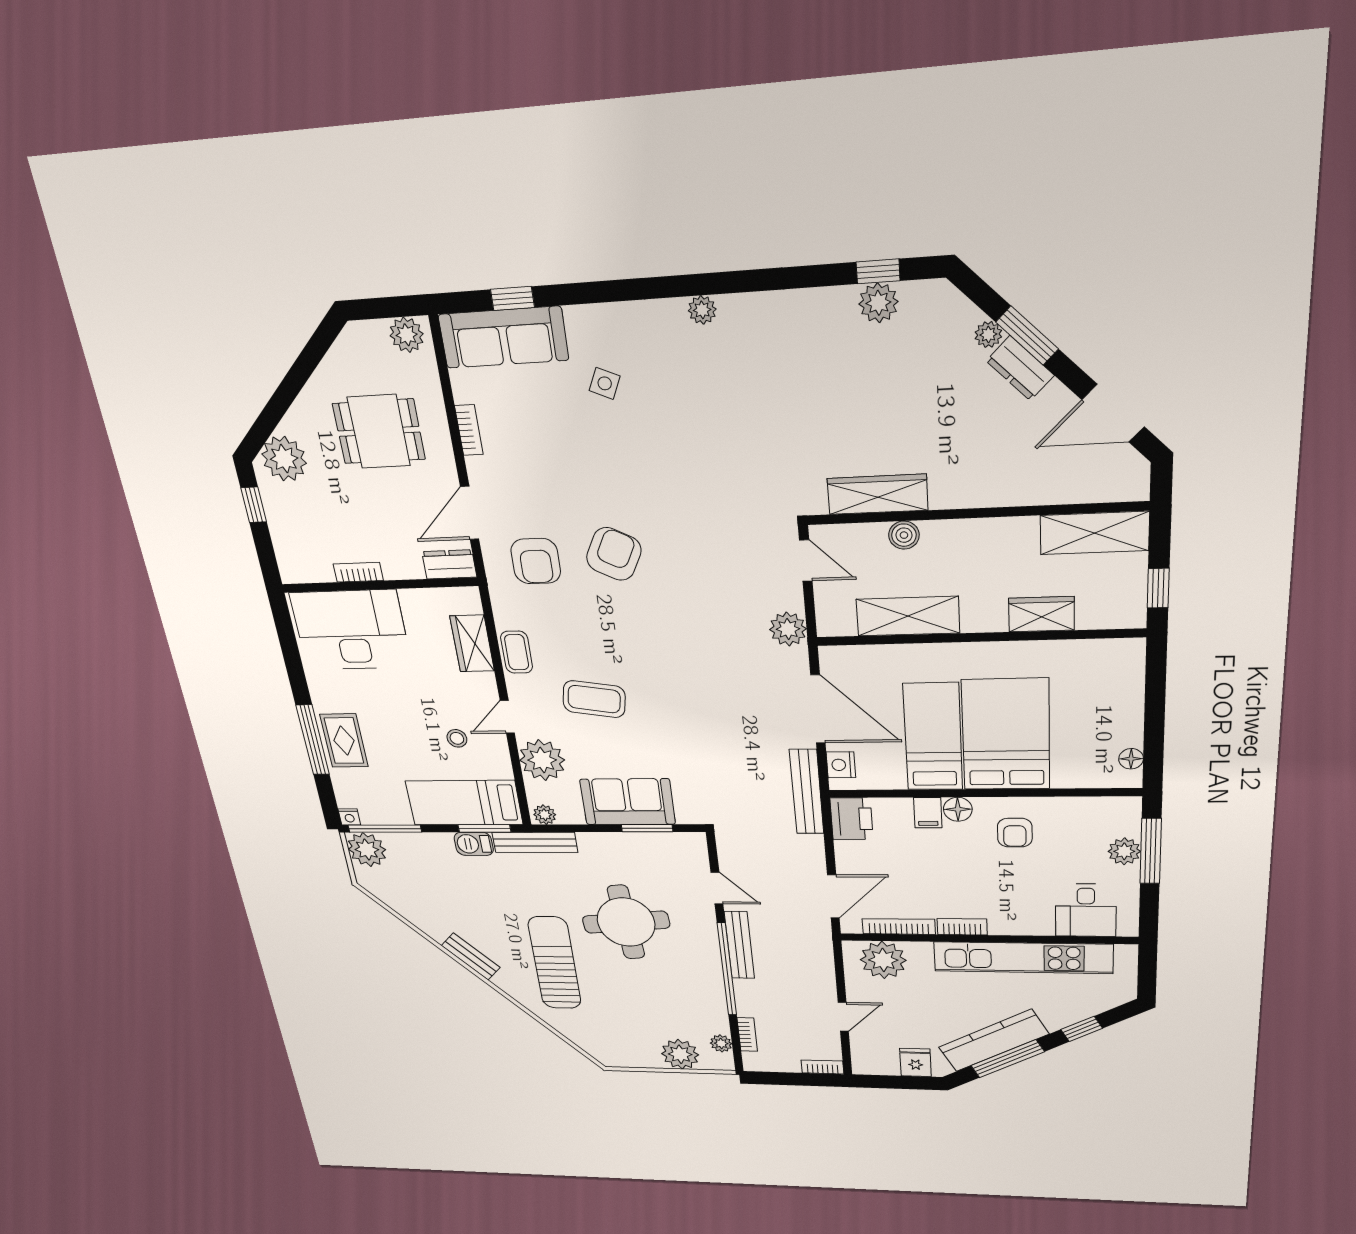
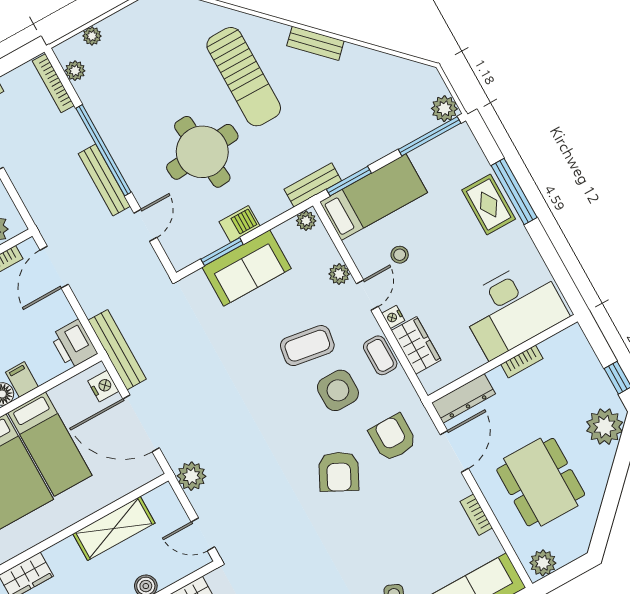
dining table: (379, 431) -> (541, 482), width x1.38
dresser: (449, 564) -> (464, 398), width x1.44
side table: (579, 639) -> (338, 390), added
plant: (542, 760) -> (339, 274), width x0.53, depth x0.53
nightstand: (349, 817) -> (393, 317), moved, turned -90
bench: (535, 842) -> (313, 185), width x0.73
barbecue: (474, 844) -> (240, 224), moved
plant: (367, 850) -> (444, 109), width x0.73, depth x0.73
door: (717, 888) -> (145, 225), swing flipped
bookcase: (747, 1034) -> (53, 83), width x1.56
plant: (680, 1054) -> (92, 36), width x0.53, depth x0.53

